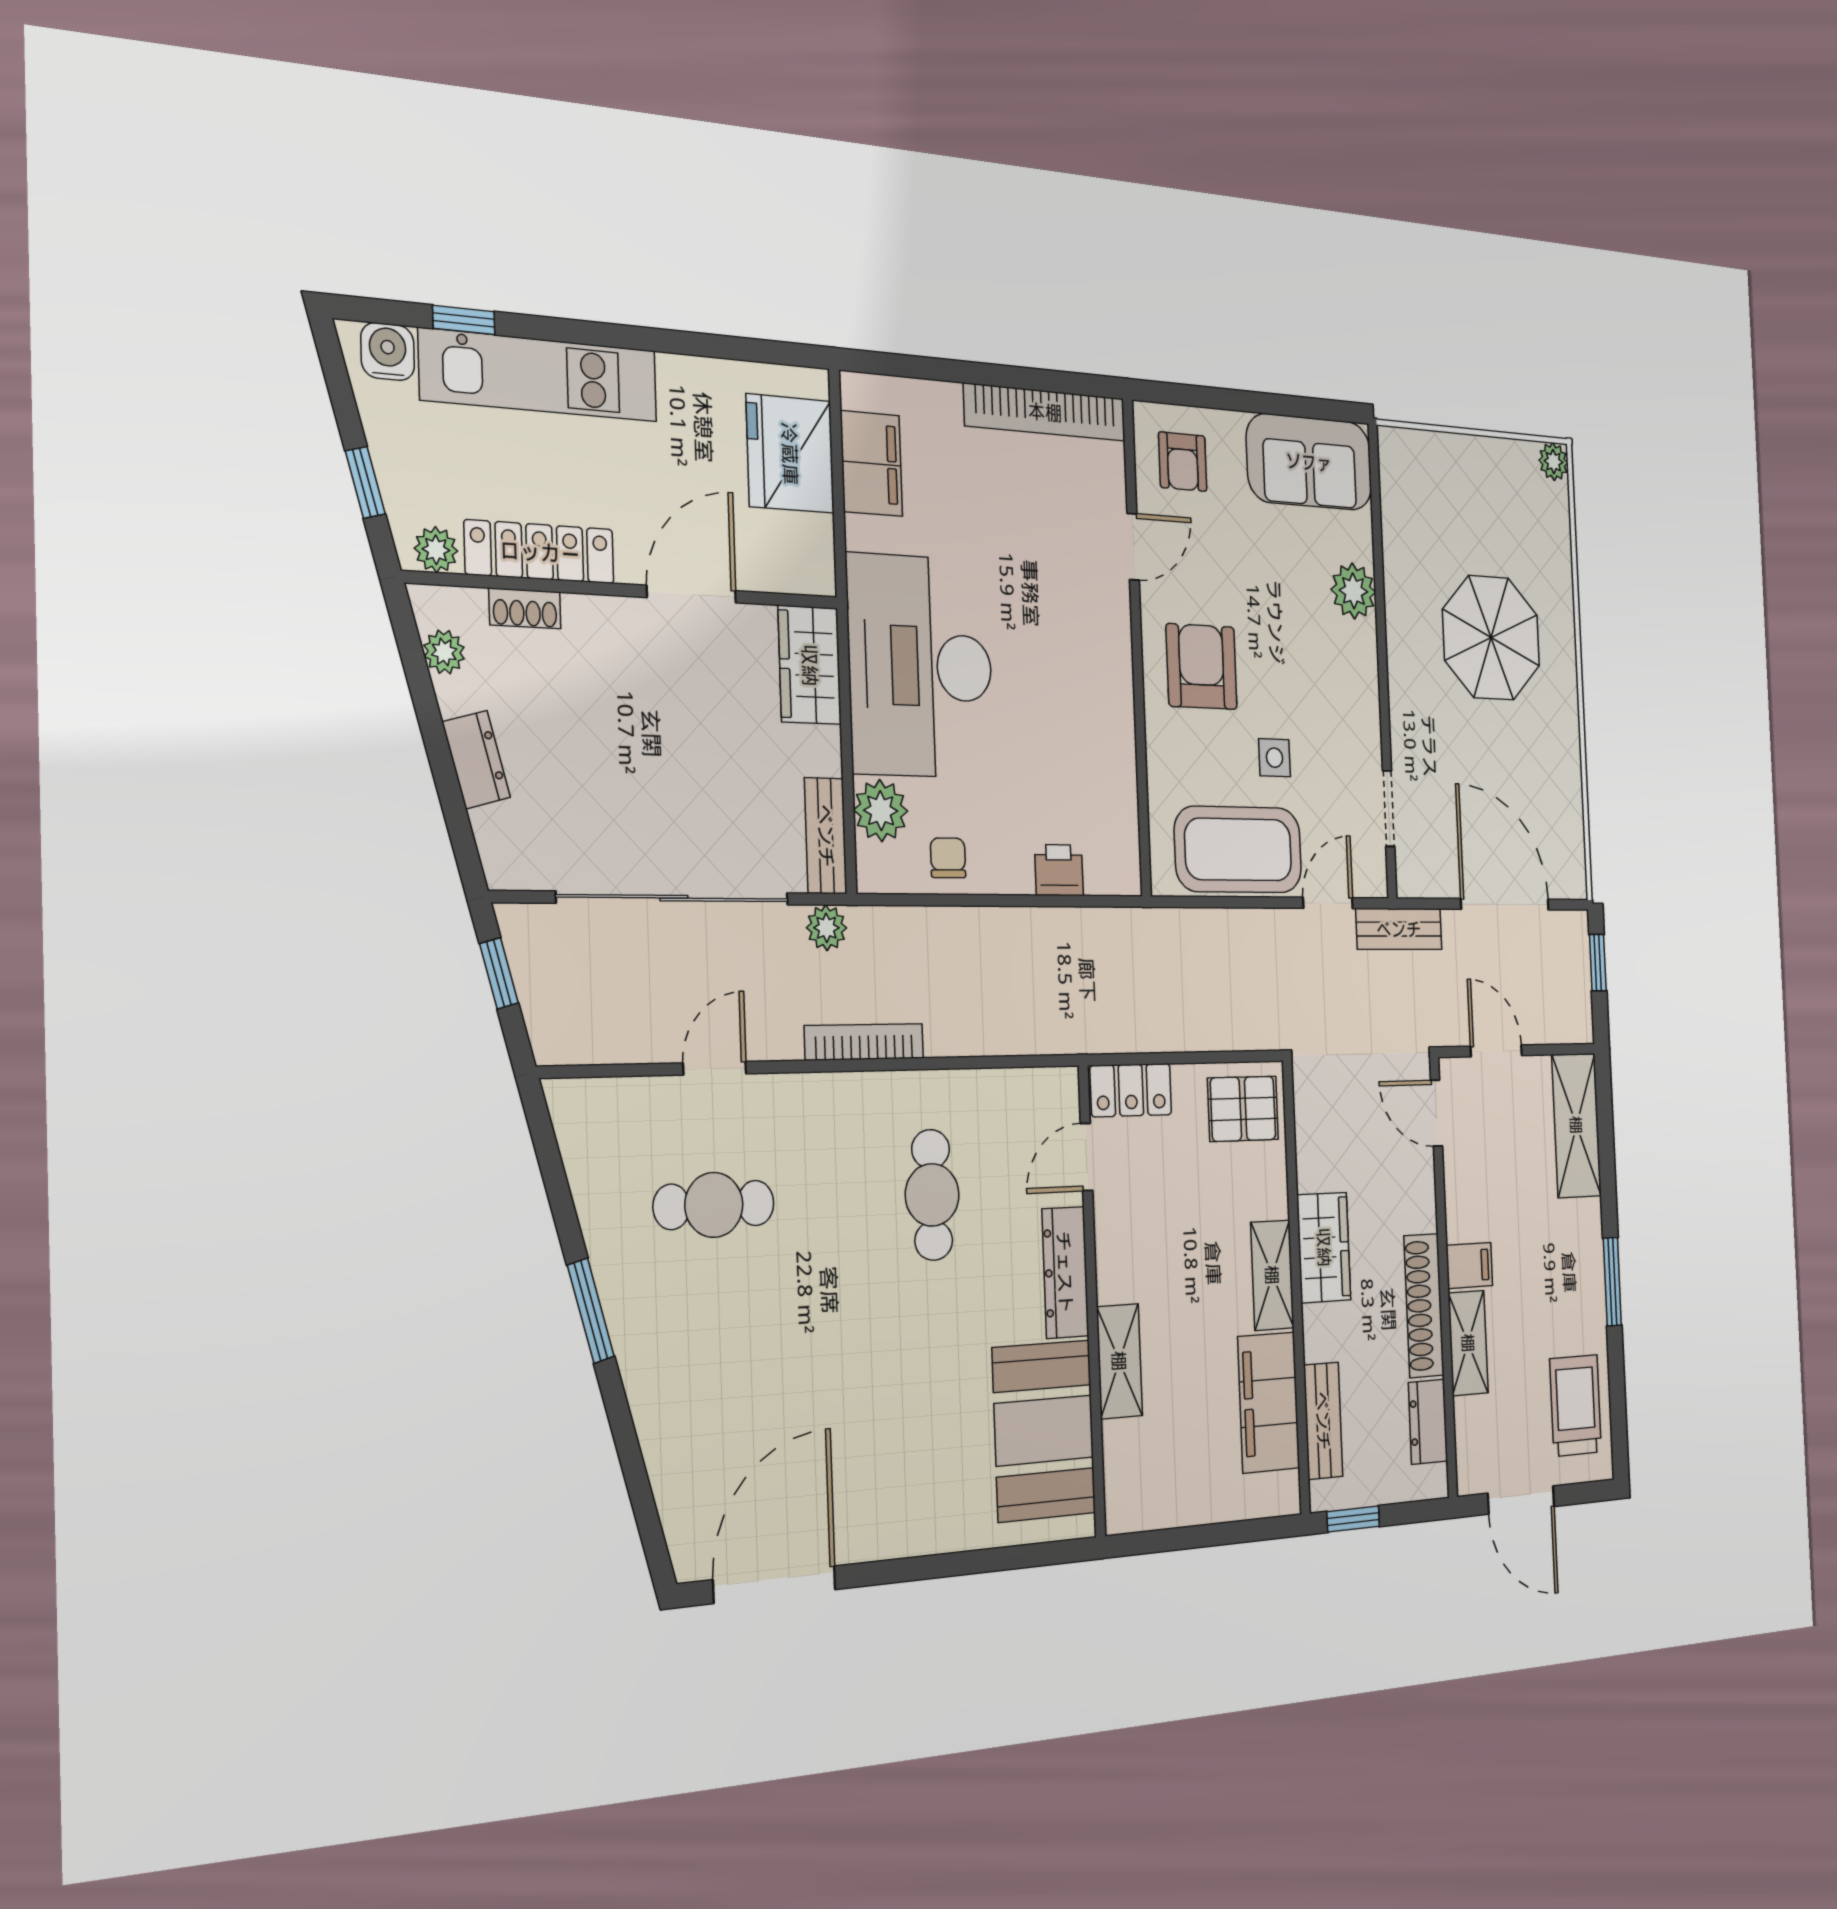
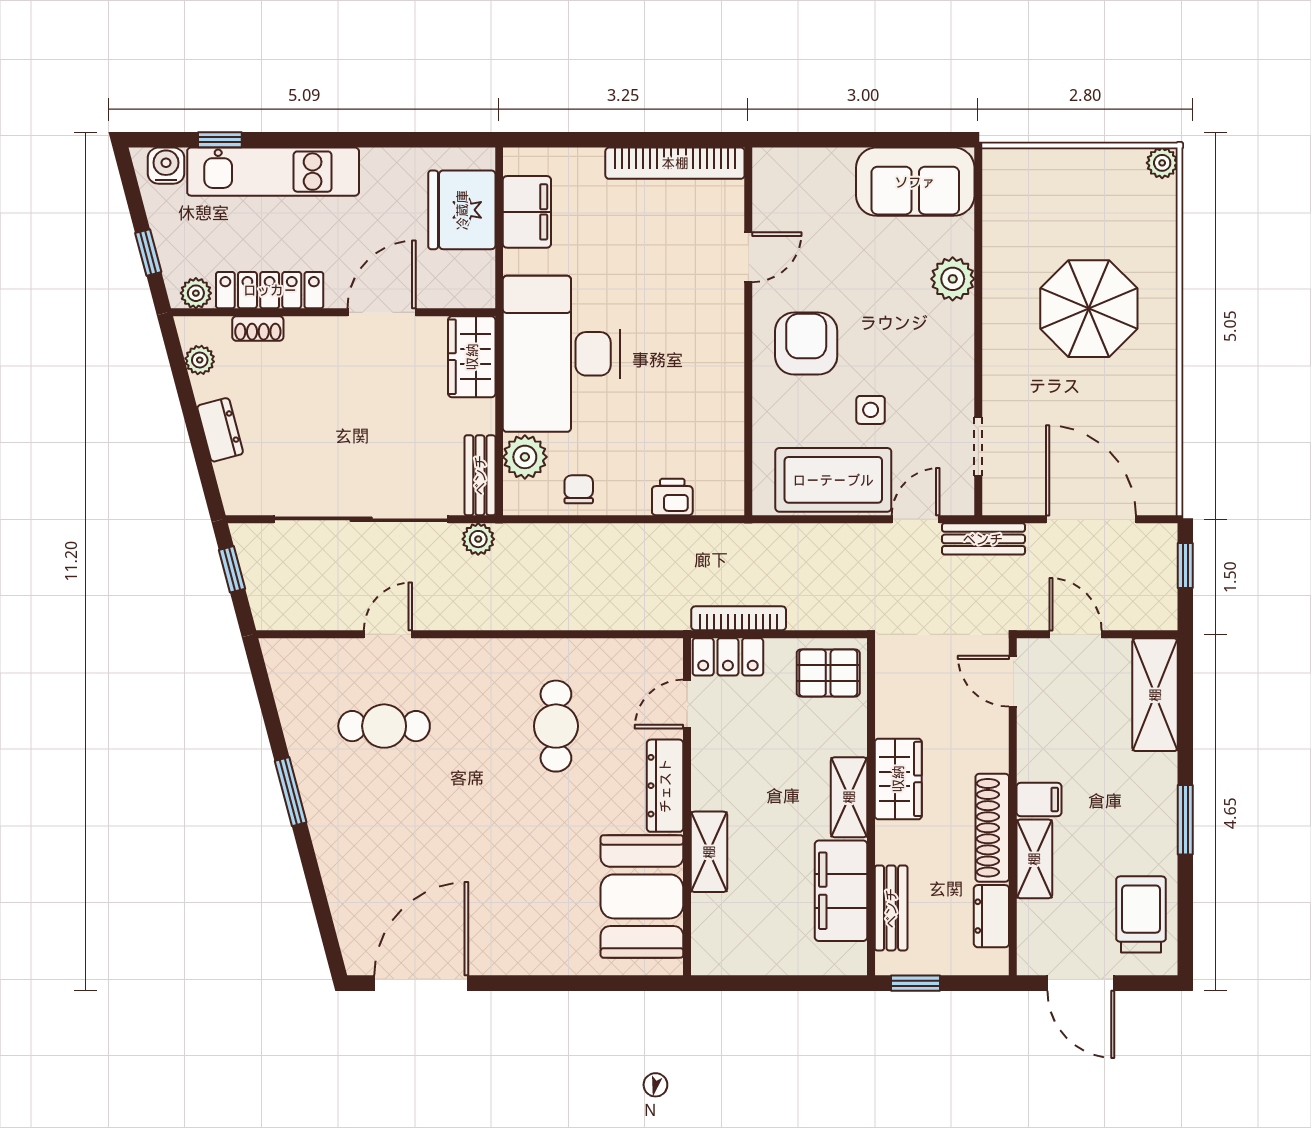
armchair: (1183, 462) -> (796, 190), removed
bookcase: (864, 1042) -> (739, 618), moved

